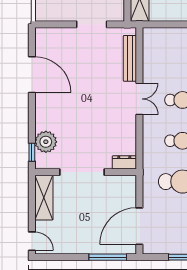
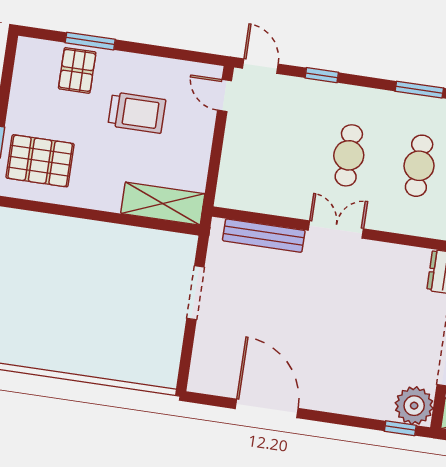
door: (32, 75) -> (267, 408), hinge flipped
plant: (46, 142) -> (414, 406), moved

